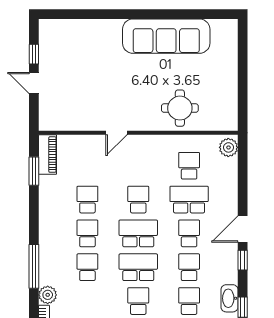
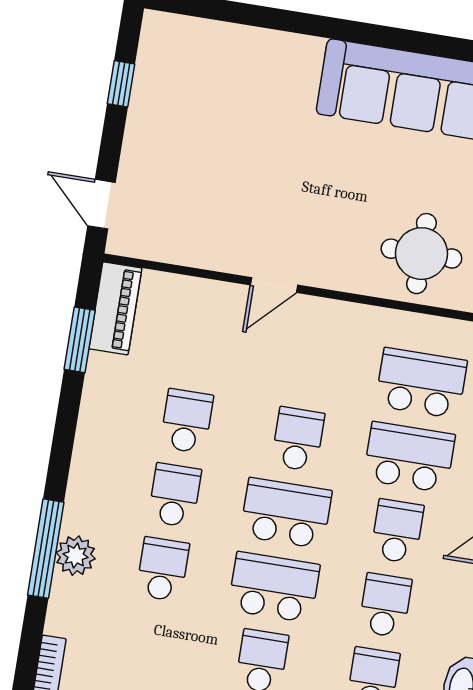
door: (34, 83) -> (102, 204), moved
school desk: (189, 166) -> (421, 383), width x1.85
plant: (48, 295) -> (76, 556), moved

